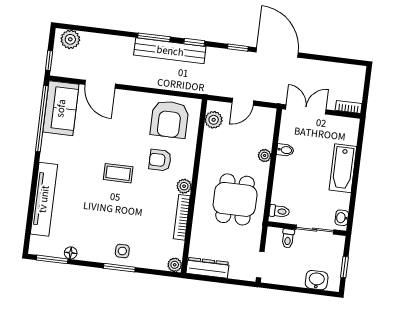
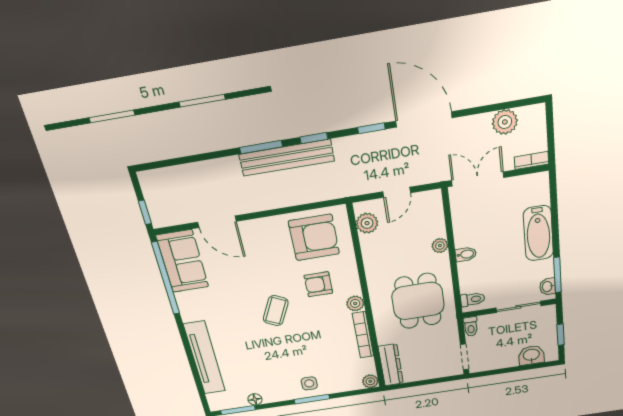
plant: (70, 39) -> (505, 122), moved
armchair: (169, 119) -> (314, 237), turned -90
bidet: (285, 150) -> (466, 254), moved
coffee table: (118, 173) -> (276, 311), turned -64
window: (352, 210) -> (558, 275), added
toilet: (288, 238) -> (471, 327), moved
dresser: (208, 268) -> (391, 365), moved, turned 90

